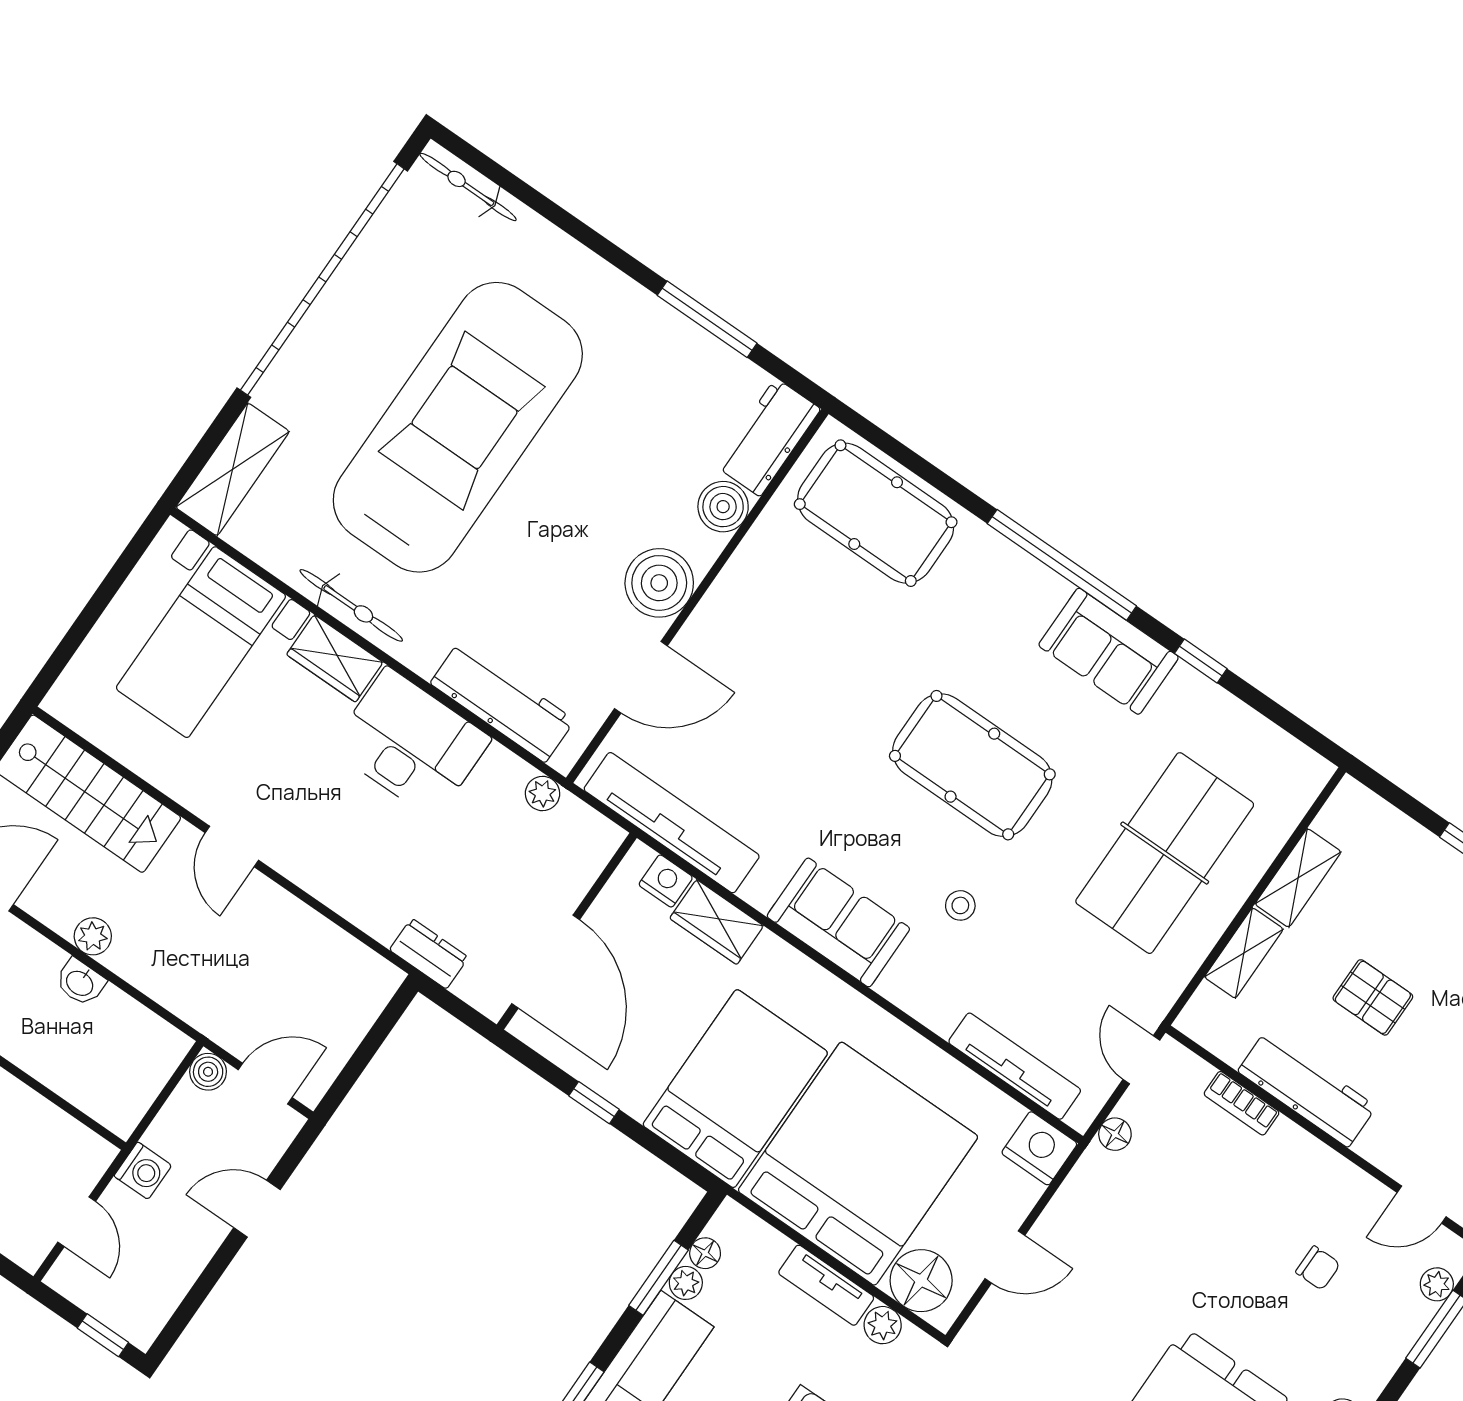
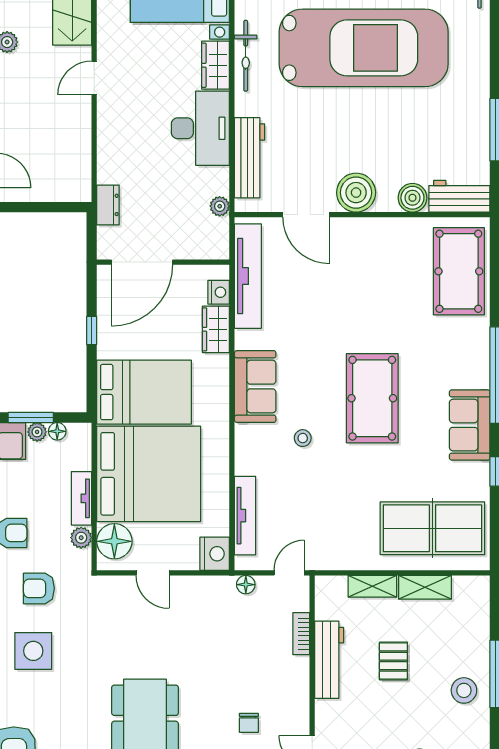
table tennis table: (1165, 853) -> (432, 528), moved

